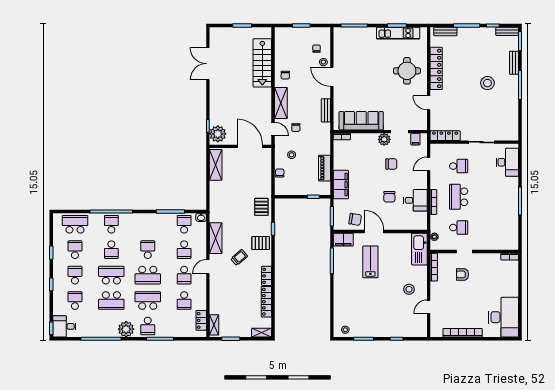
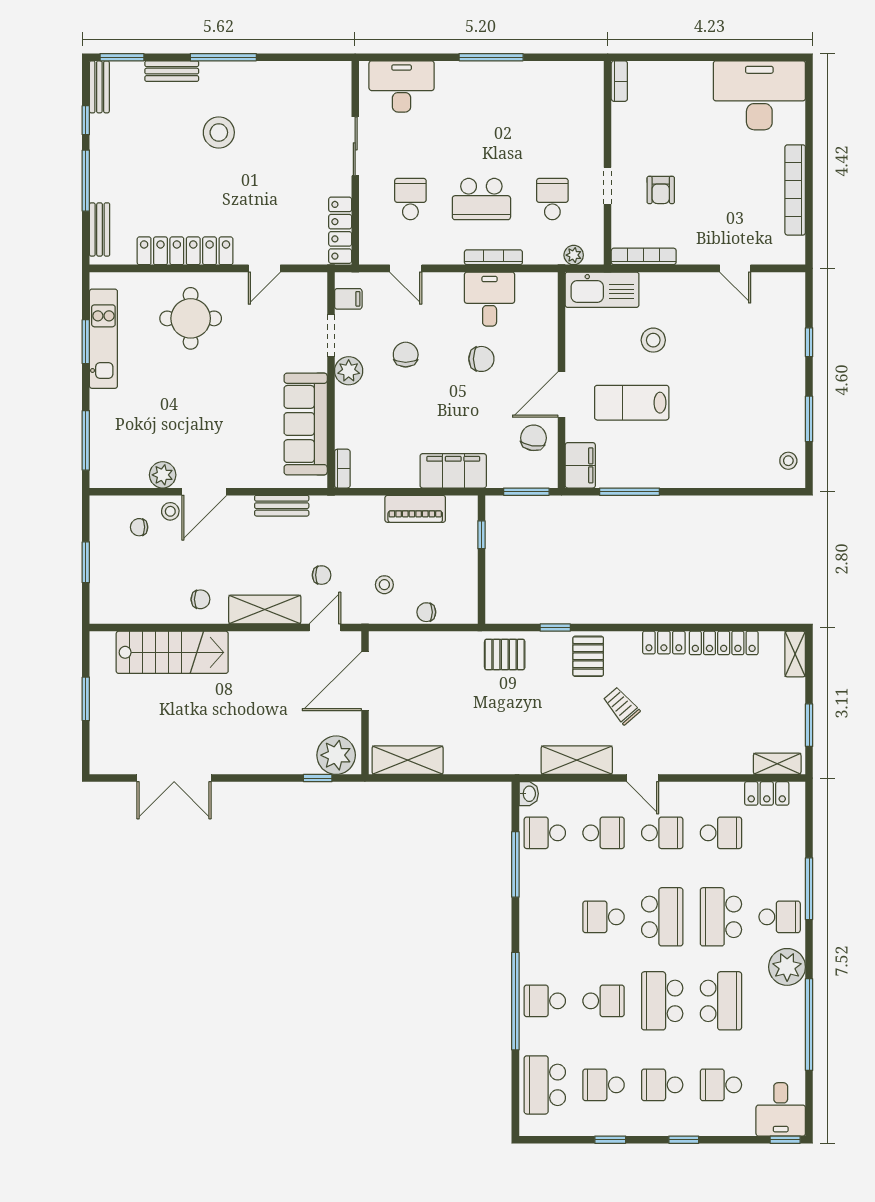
plant: (339, 59) -> (163, 475), added
stool: (409, 289) -> (653, 340), moved

